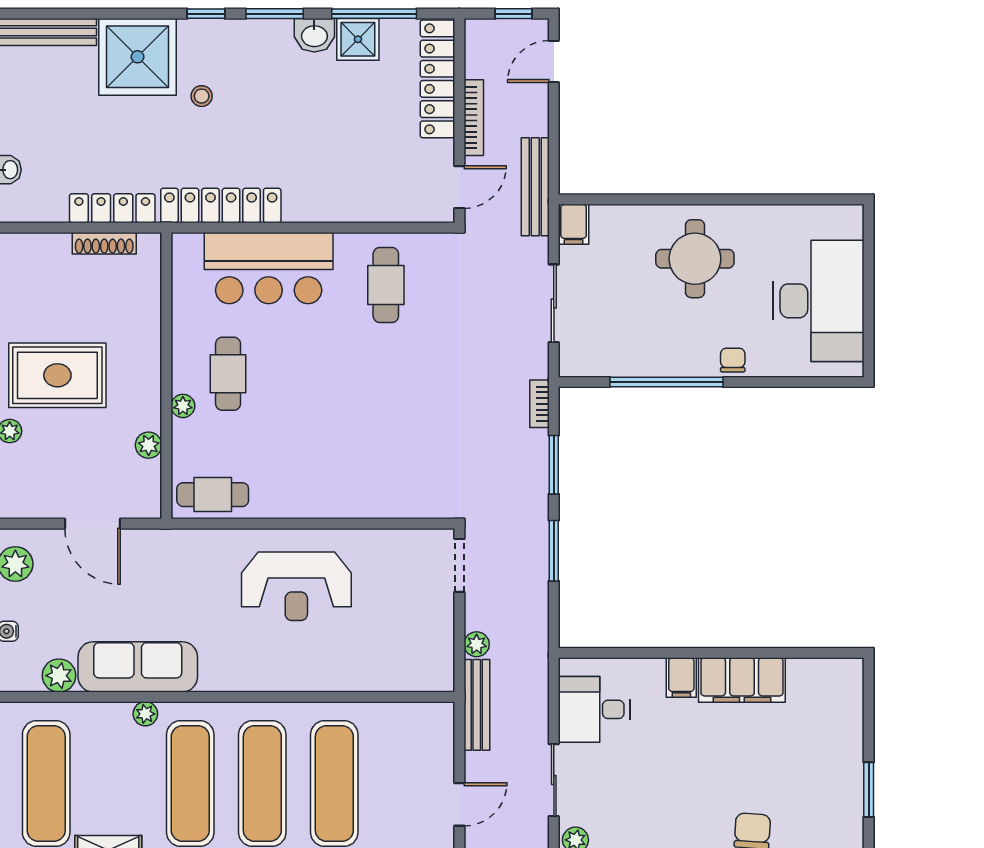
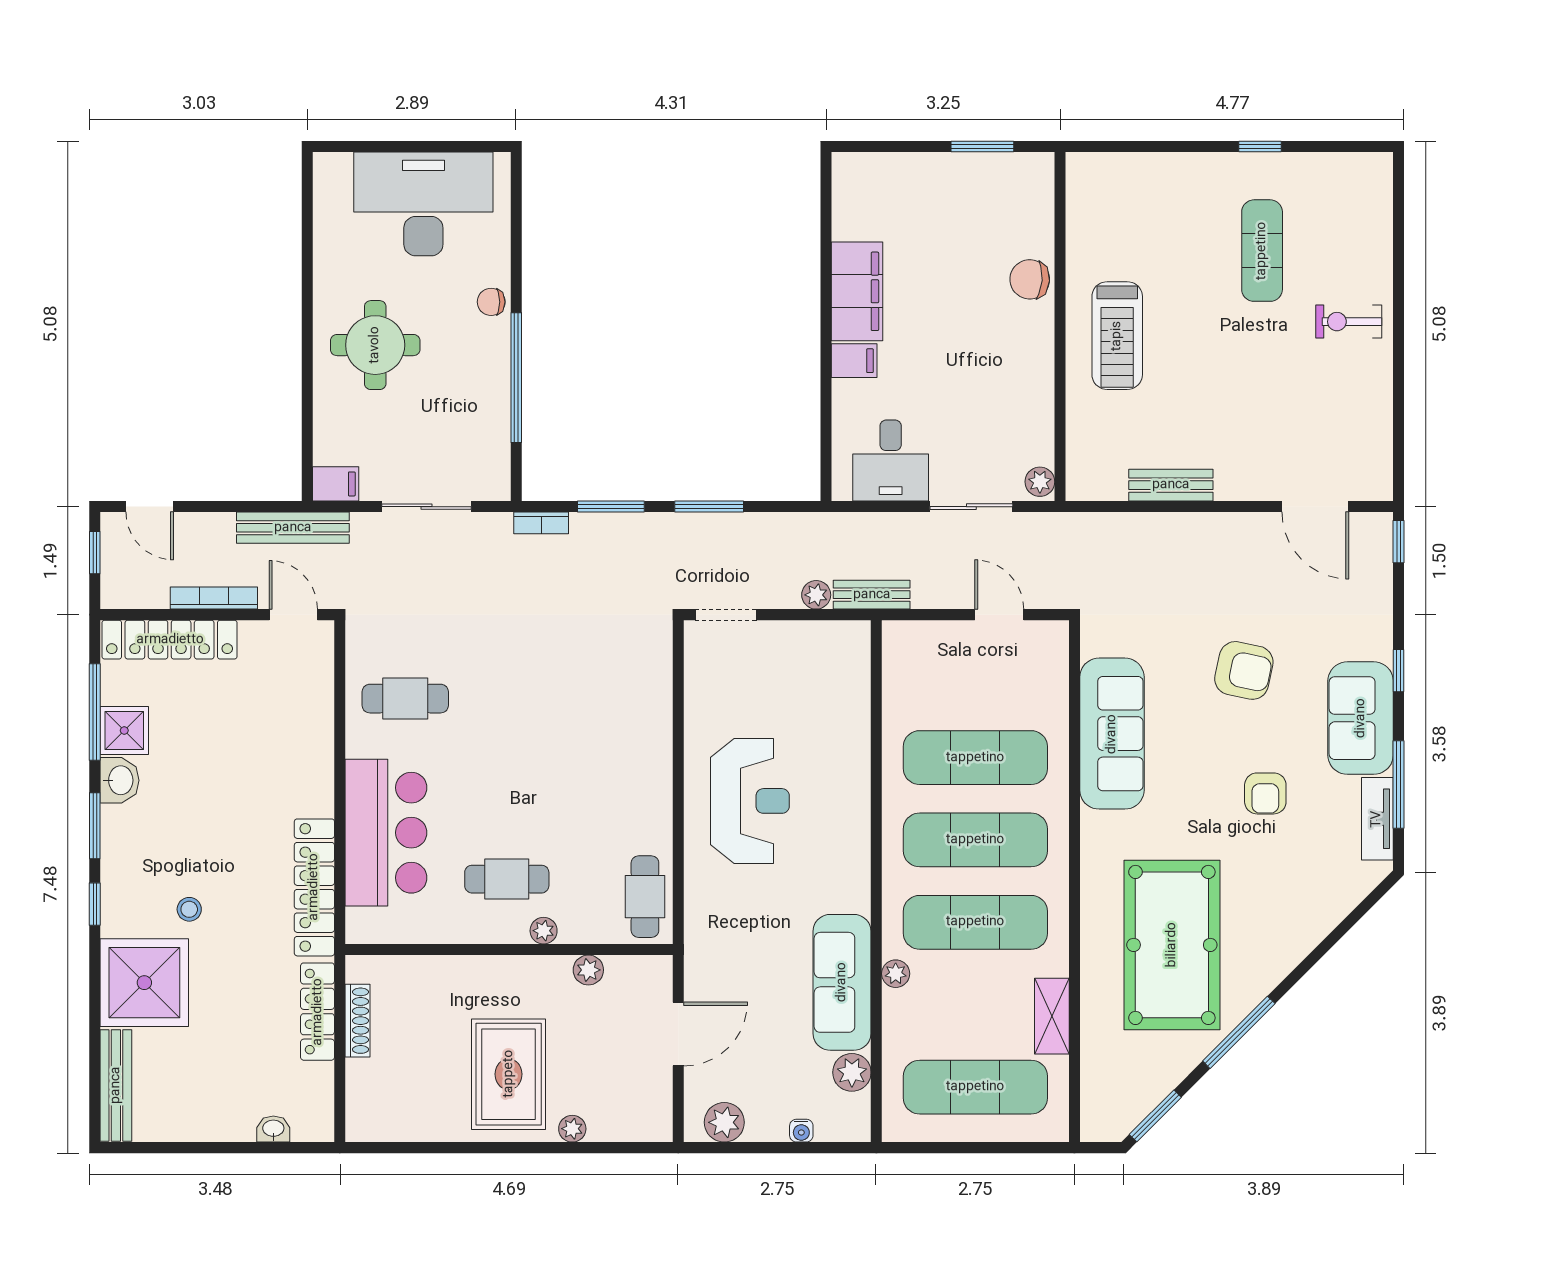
bench: (477, 705) -> (872, 595), width x0.73

